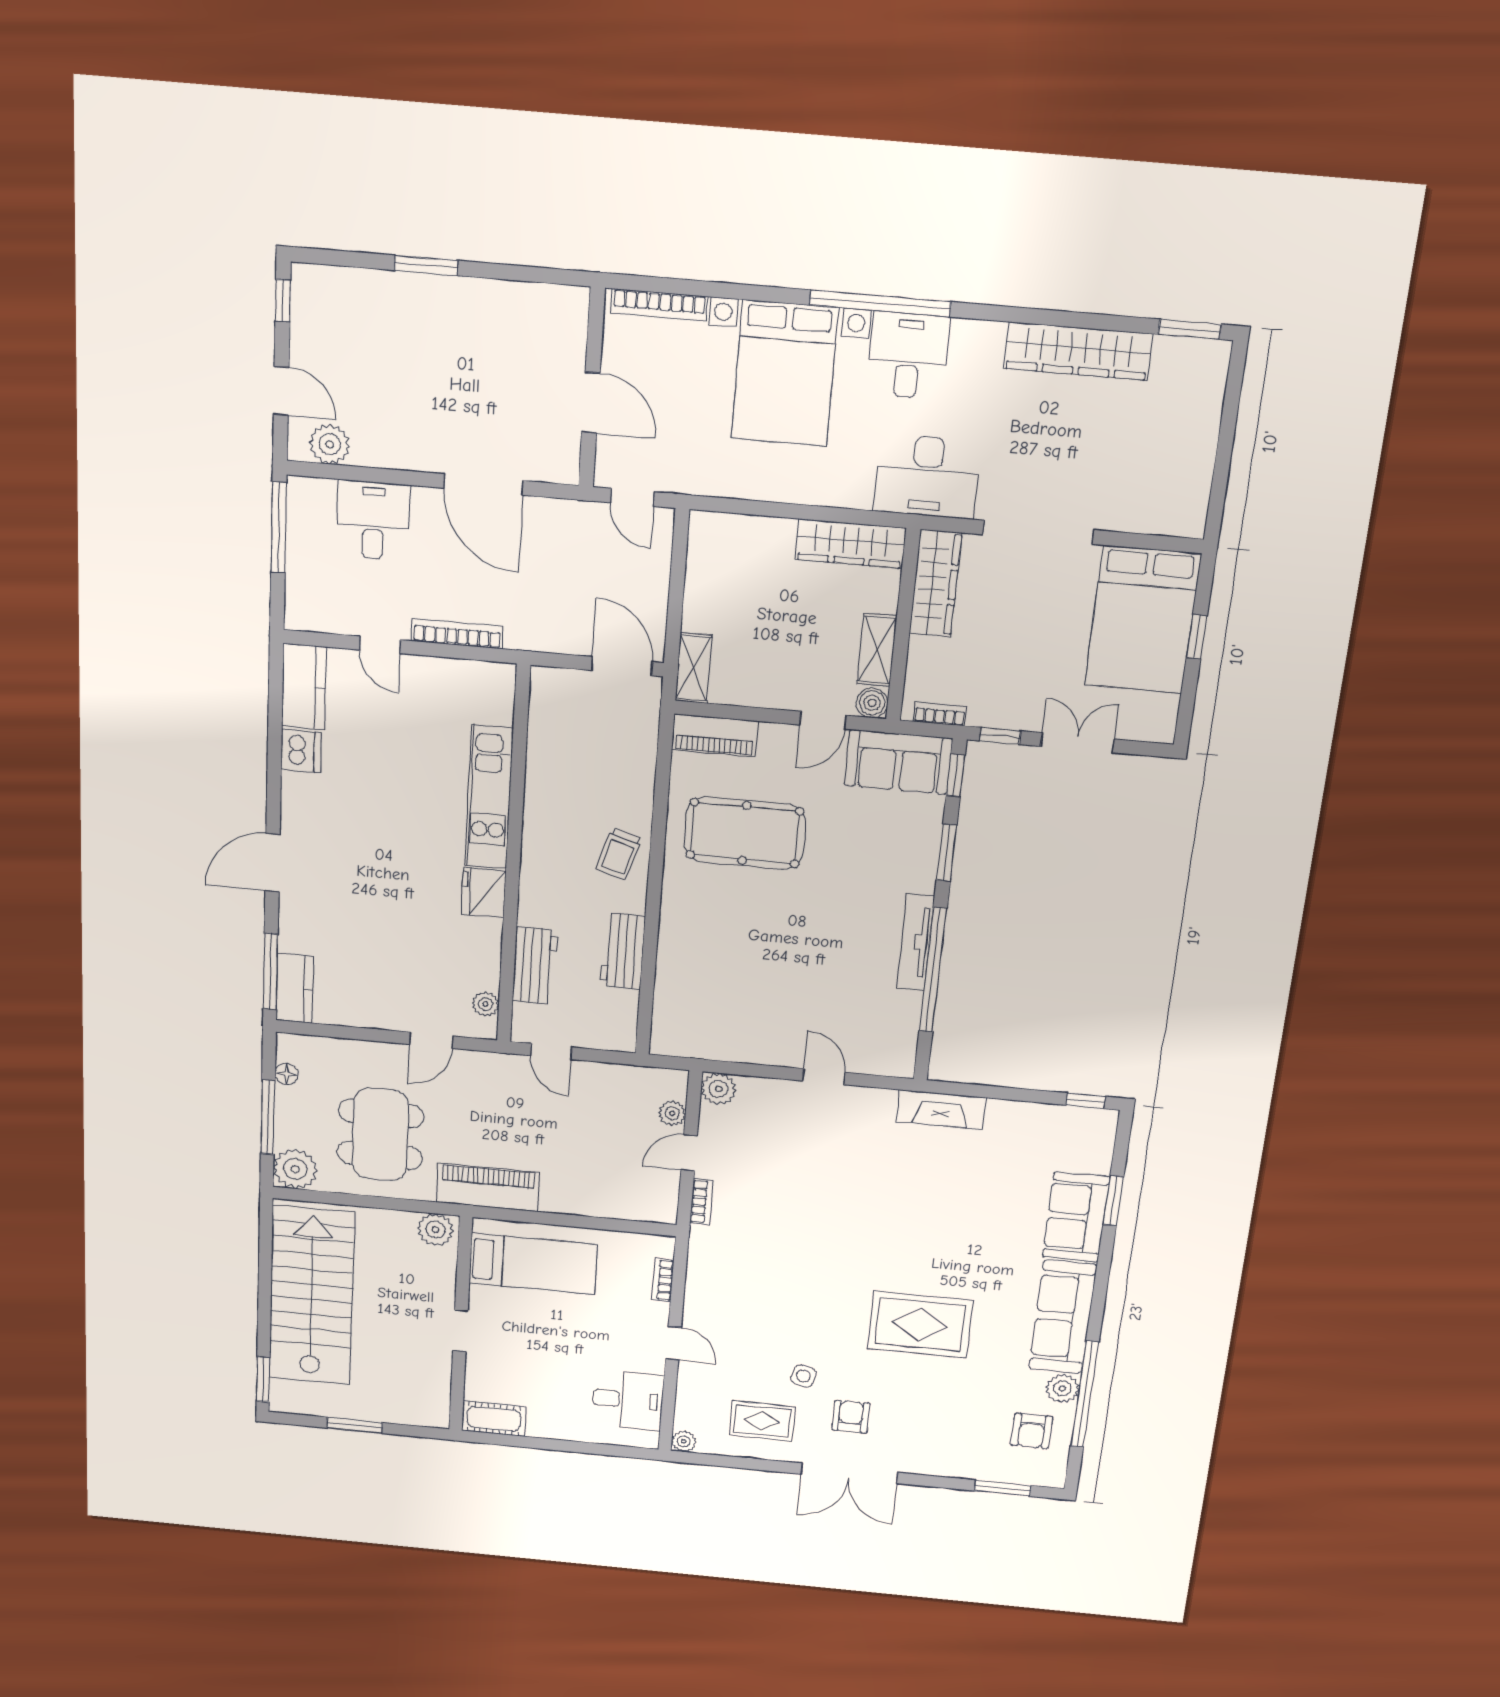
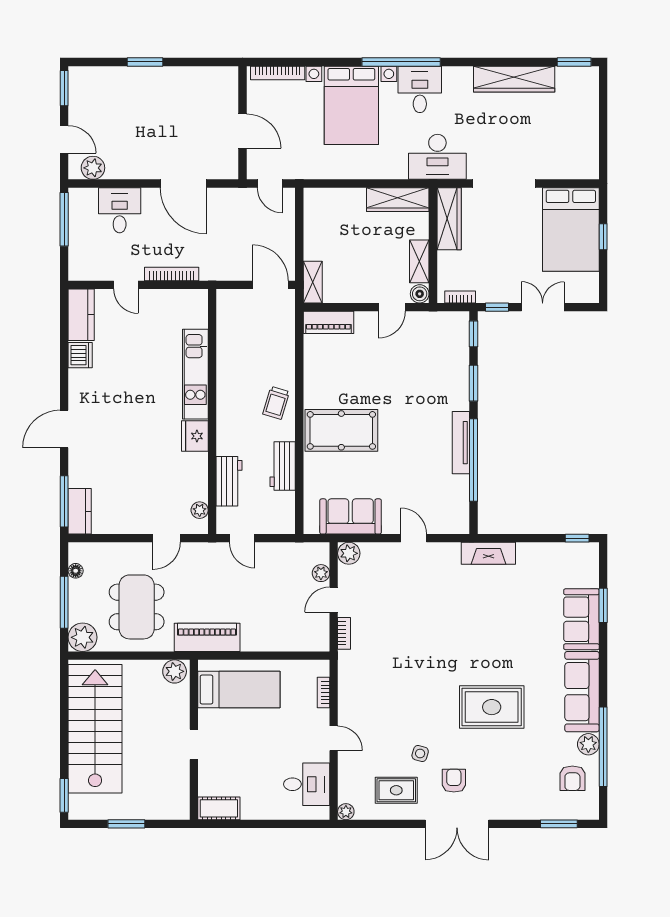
window: (283, 301) -> (64, 88), width x1.50
sofa: (898, 762) -> (351, 516), moved, turned 180
pool table: (745, 833) -> (341, 430), moved

